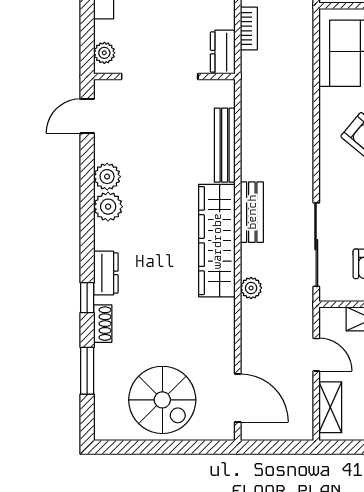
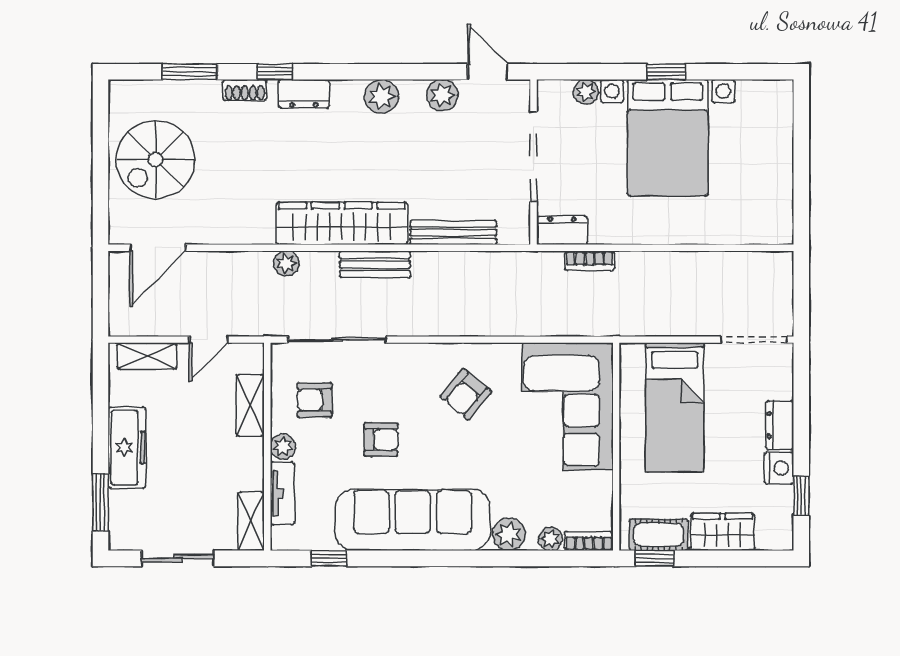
plant: (104, 53) -> (586, 92), moved
plant: (107, 177) -> (442, 95), moved

